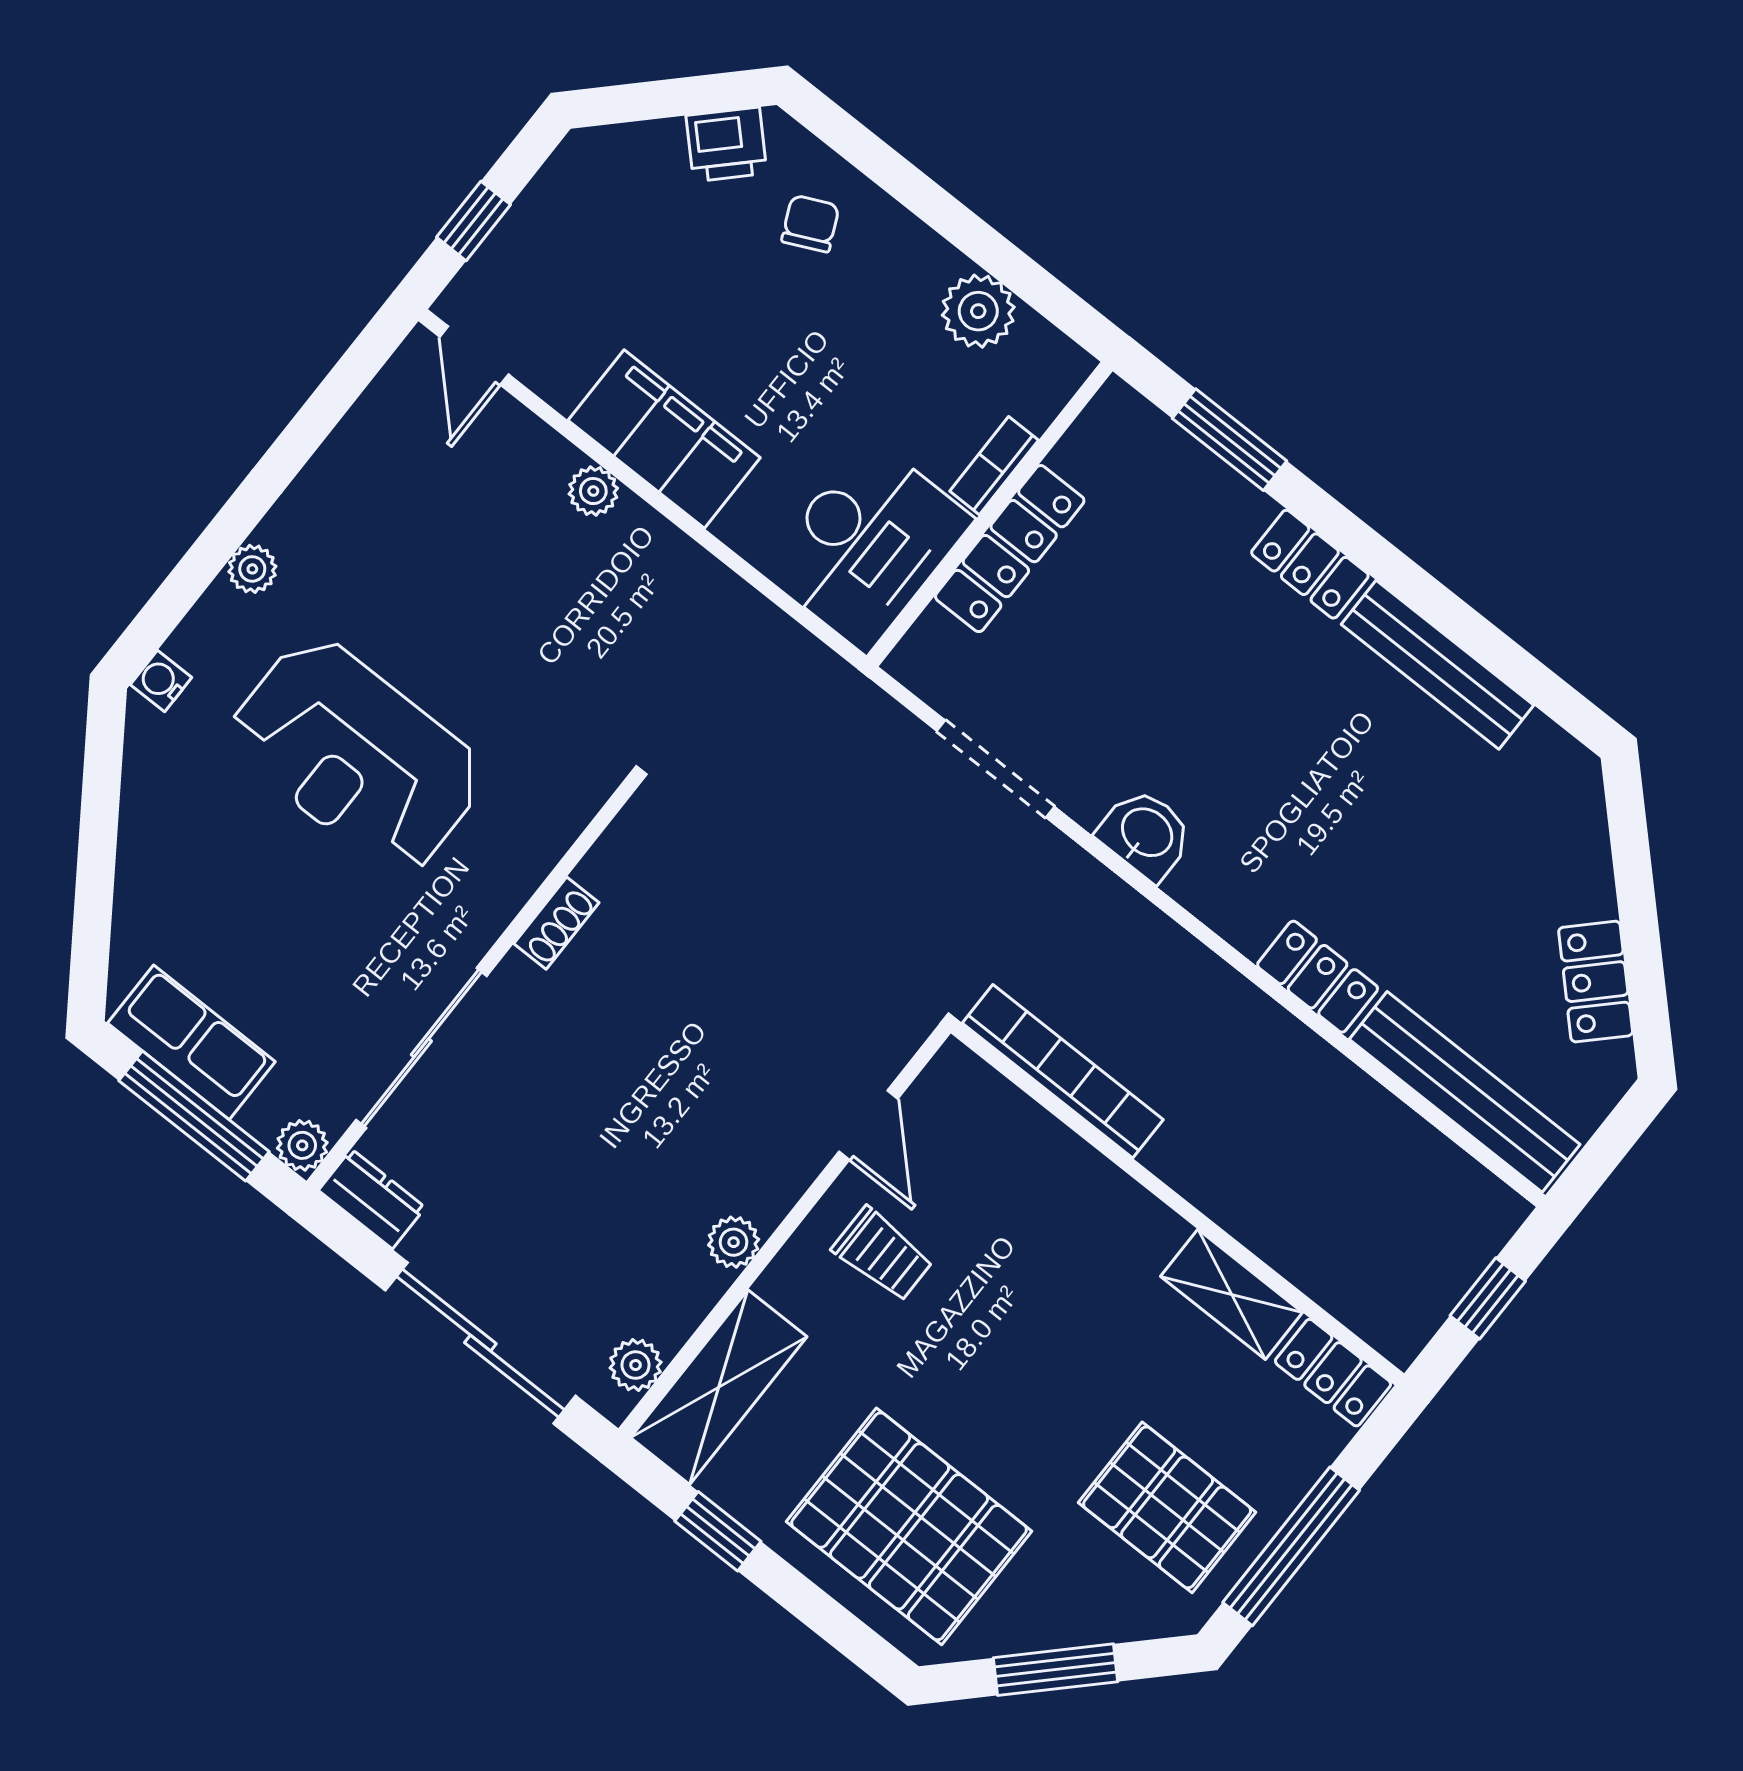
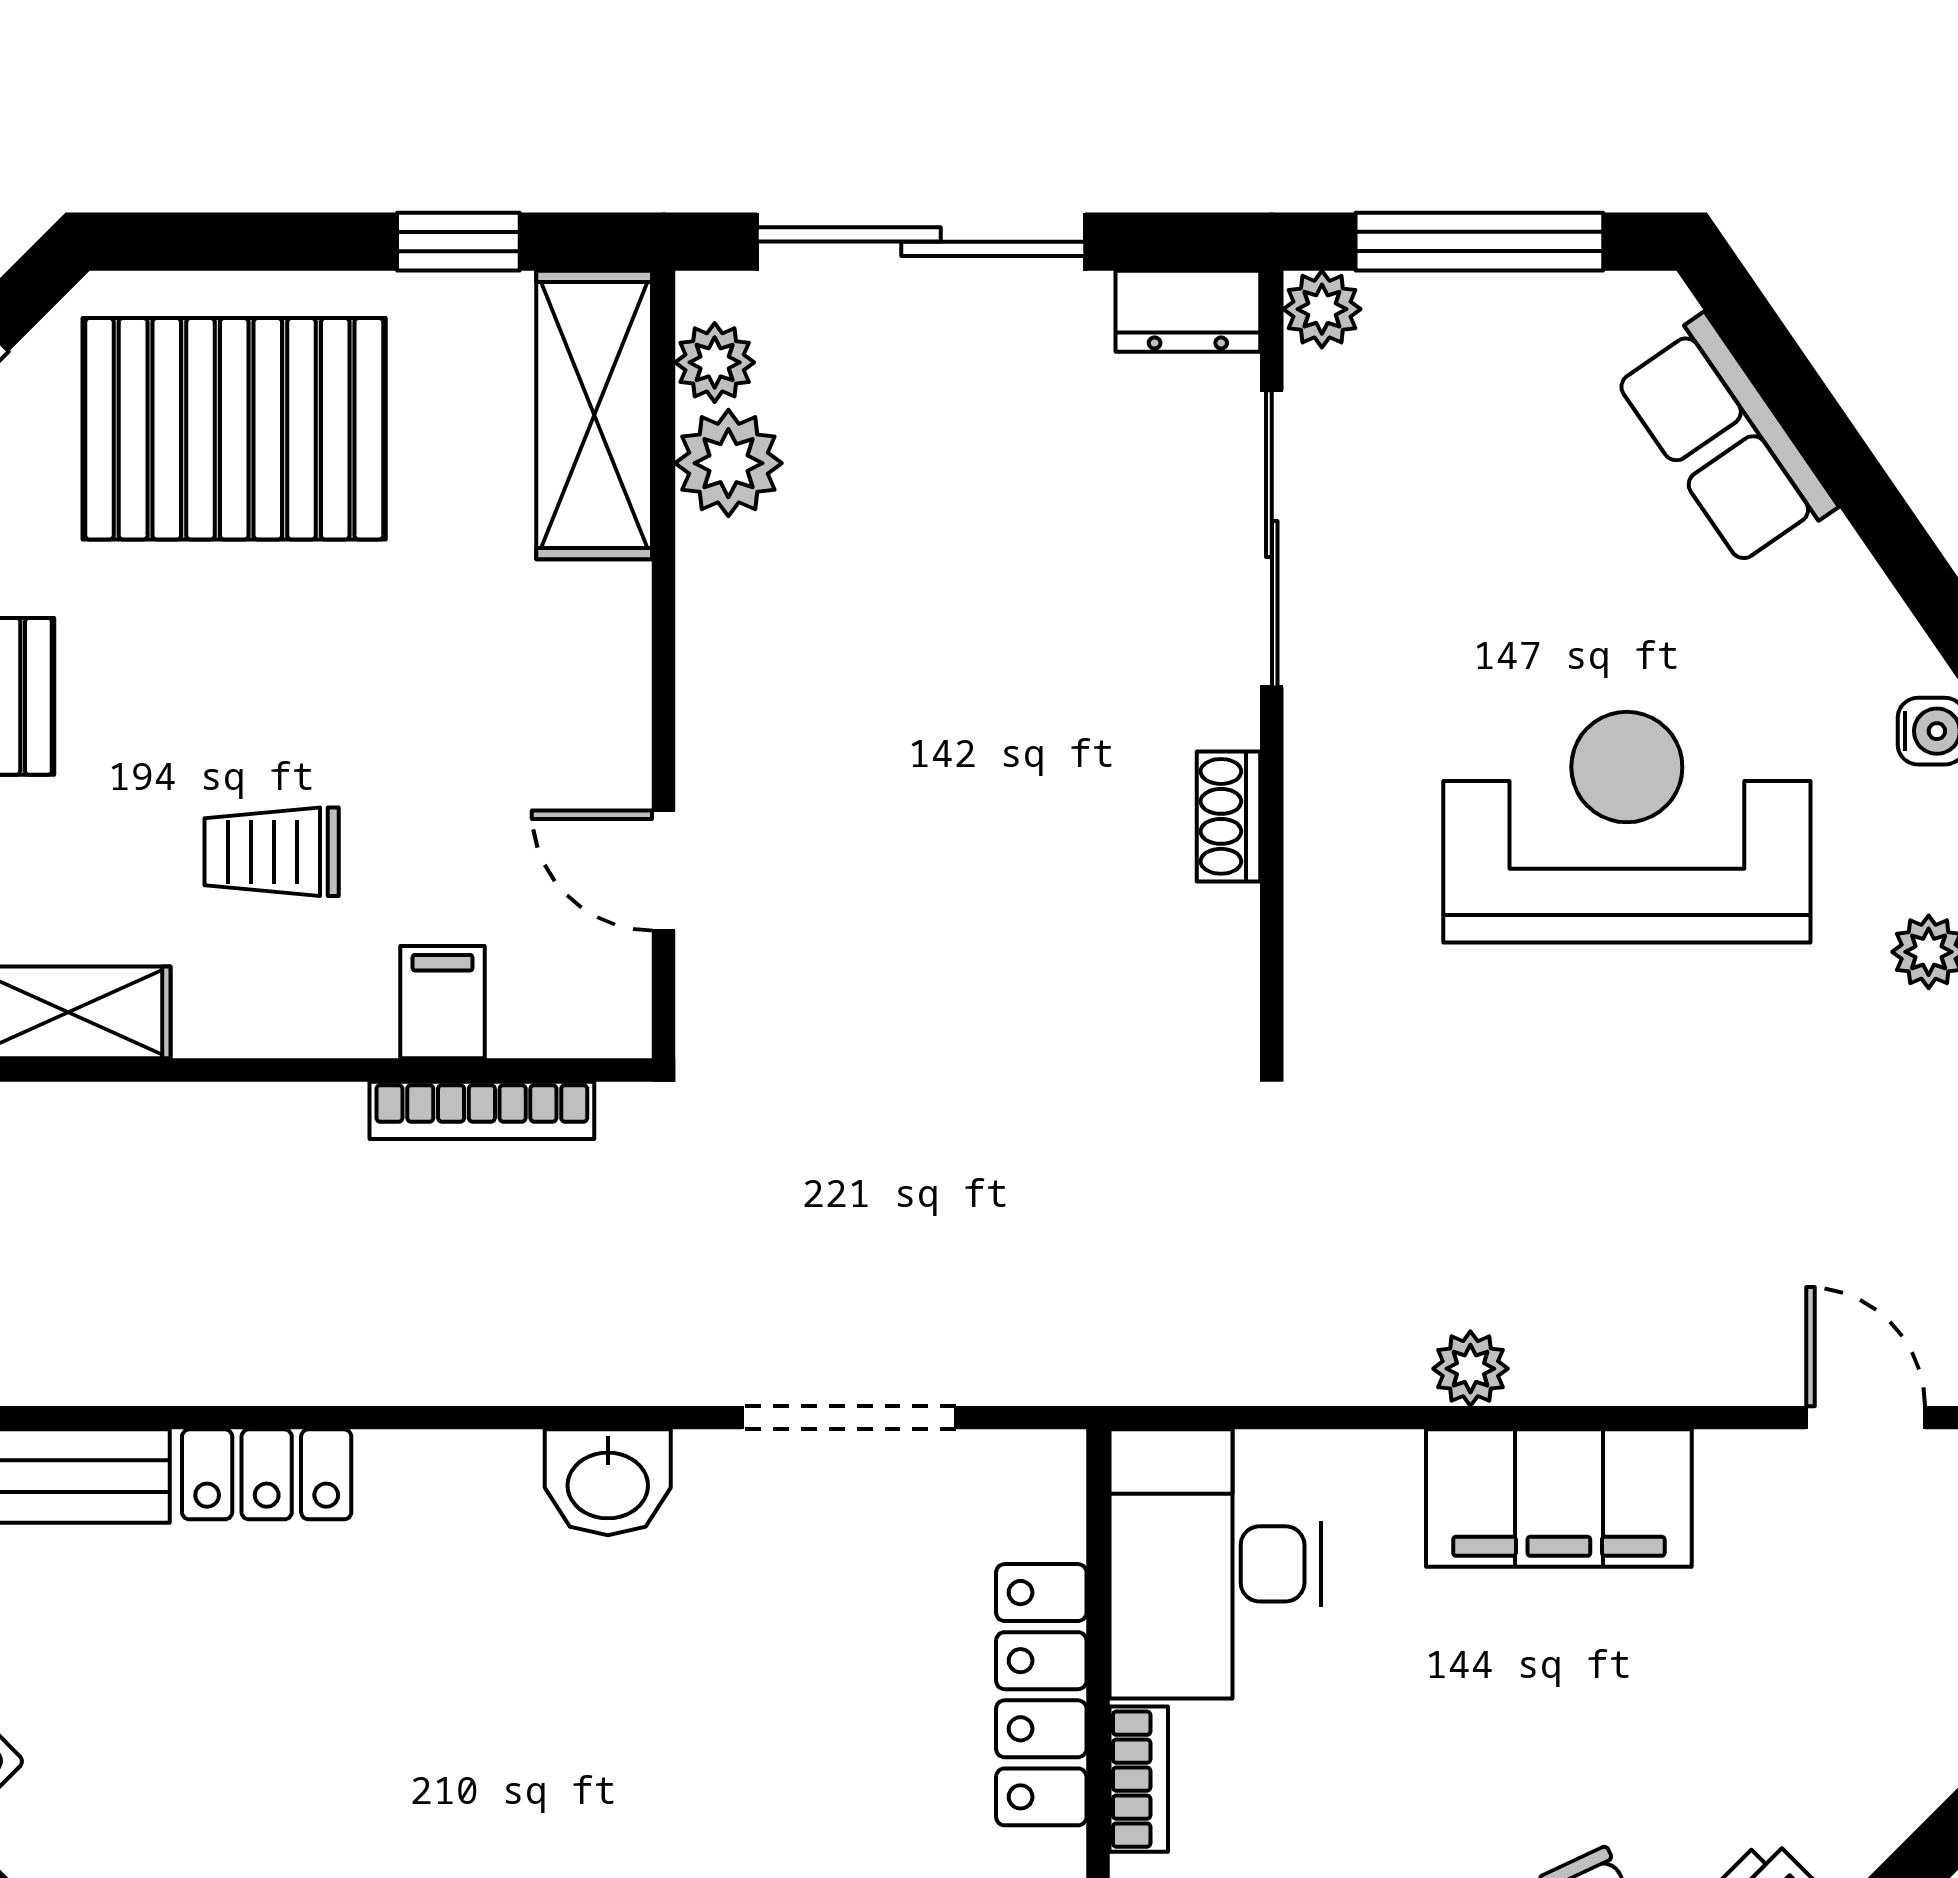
plant: (593, 491) -> (1470, 1369), moved
row of seats: (191, 1042) -> (1725, 441), moved, turned 55
bookcase: (1063, 1071) -> (482, 1110), width x0.68, depth x0.76
filing cabinet: (1035, 1147) -> (442, 1002), added
plant: (734, 1242) -> (728, 463), moved, width x1.38, depth x1.38
trolley: (883, 1254) -> (272, 852), moved

